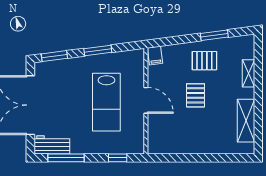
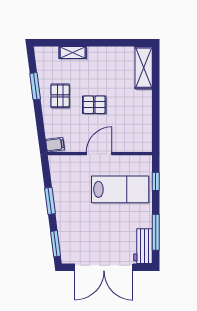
lab bench: (106, 102) -> (120, 189), moved
shelving: (246, 121) -> (144, 68), moved, turned 90

